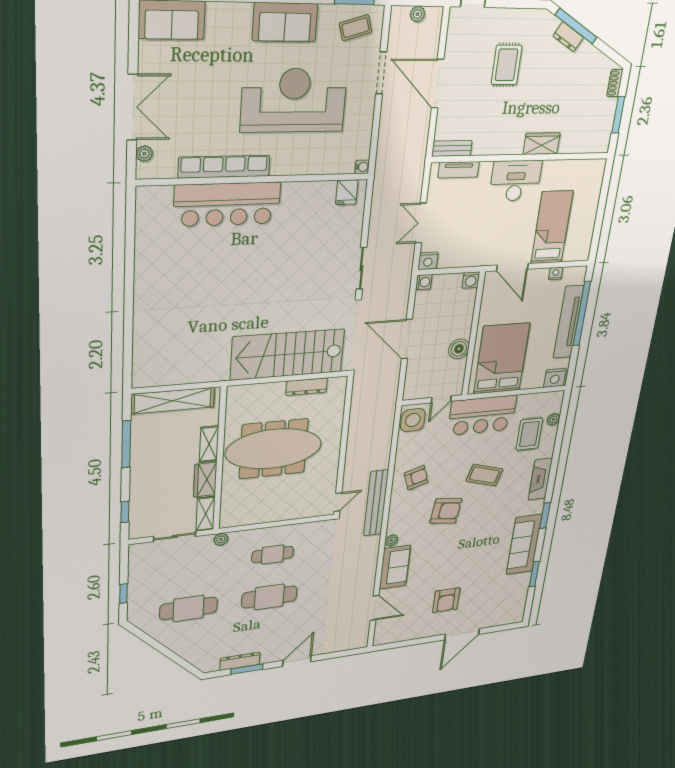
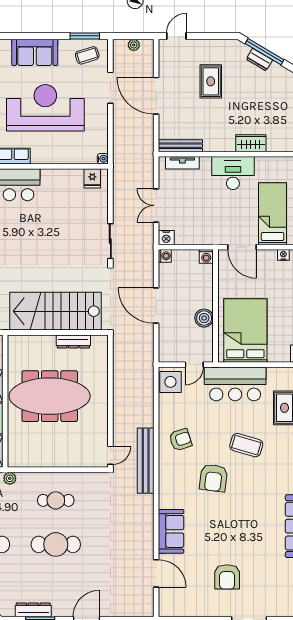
bench: (452, 148) -> (180, 146), width x1.36
armchair: (446, 511) -> (214, 478), turned 90
plant: (391, 540) -> (165, 502), removed

